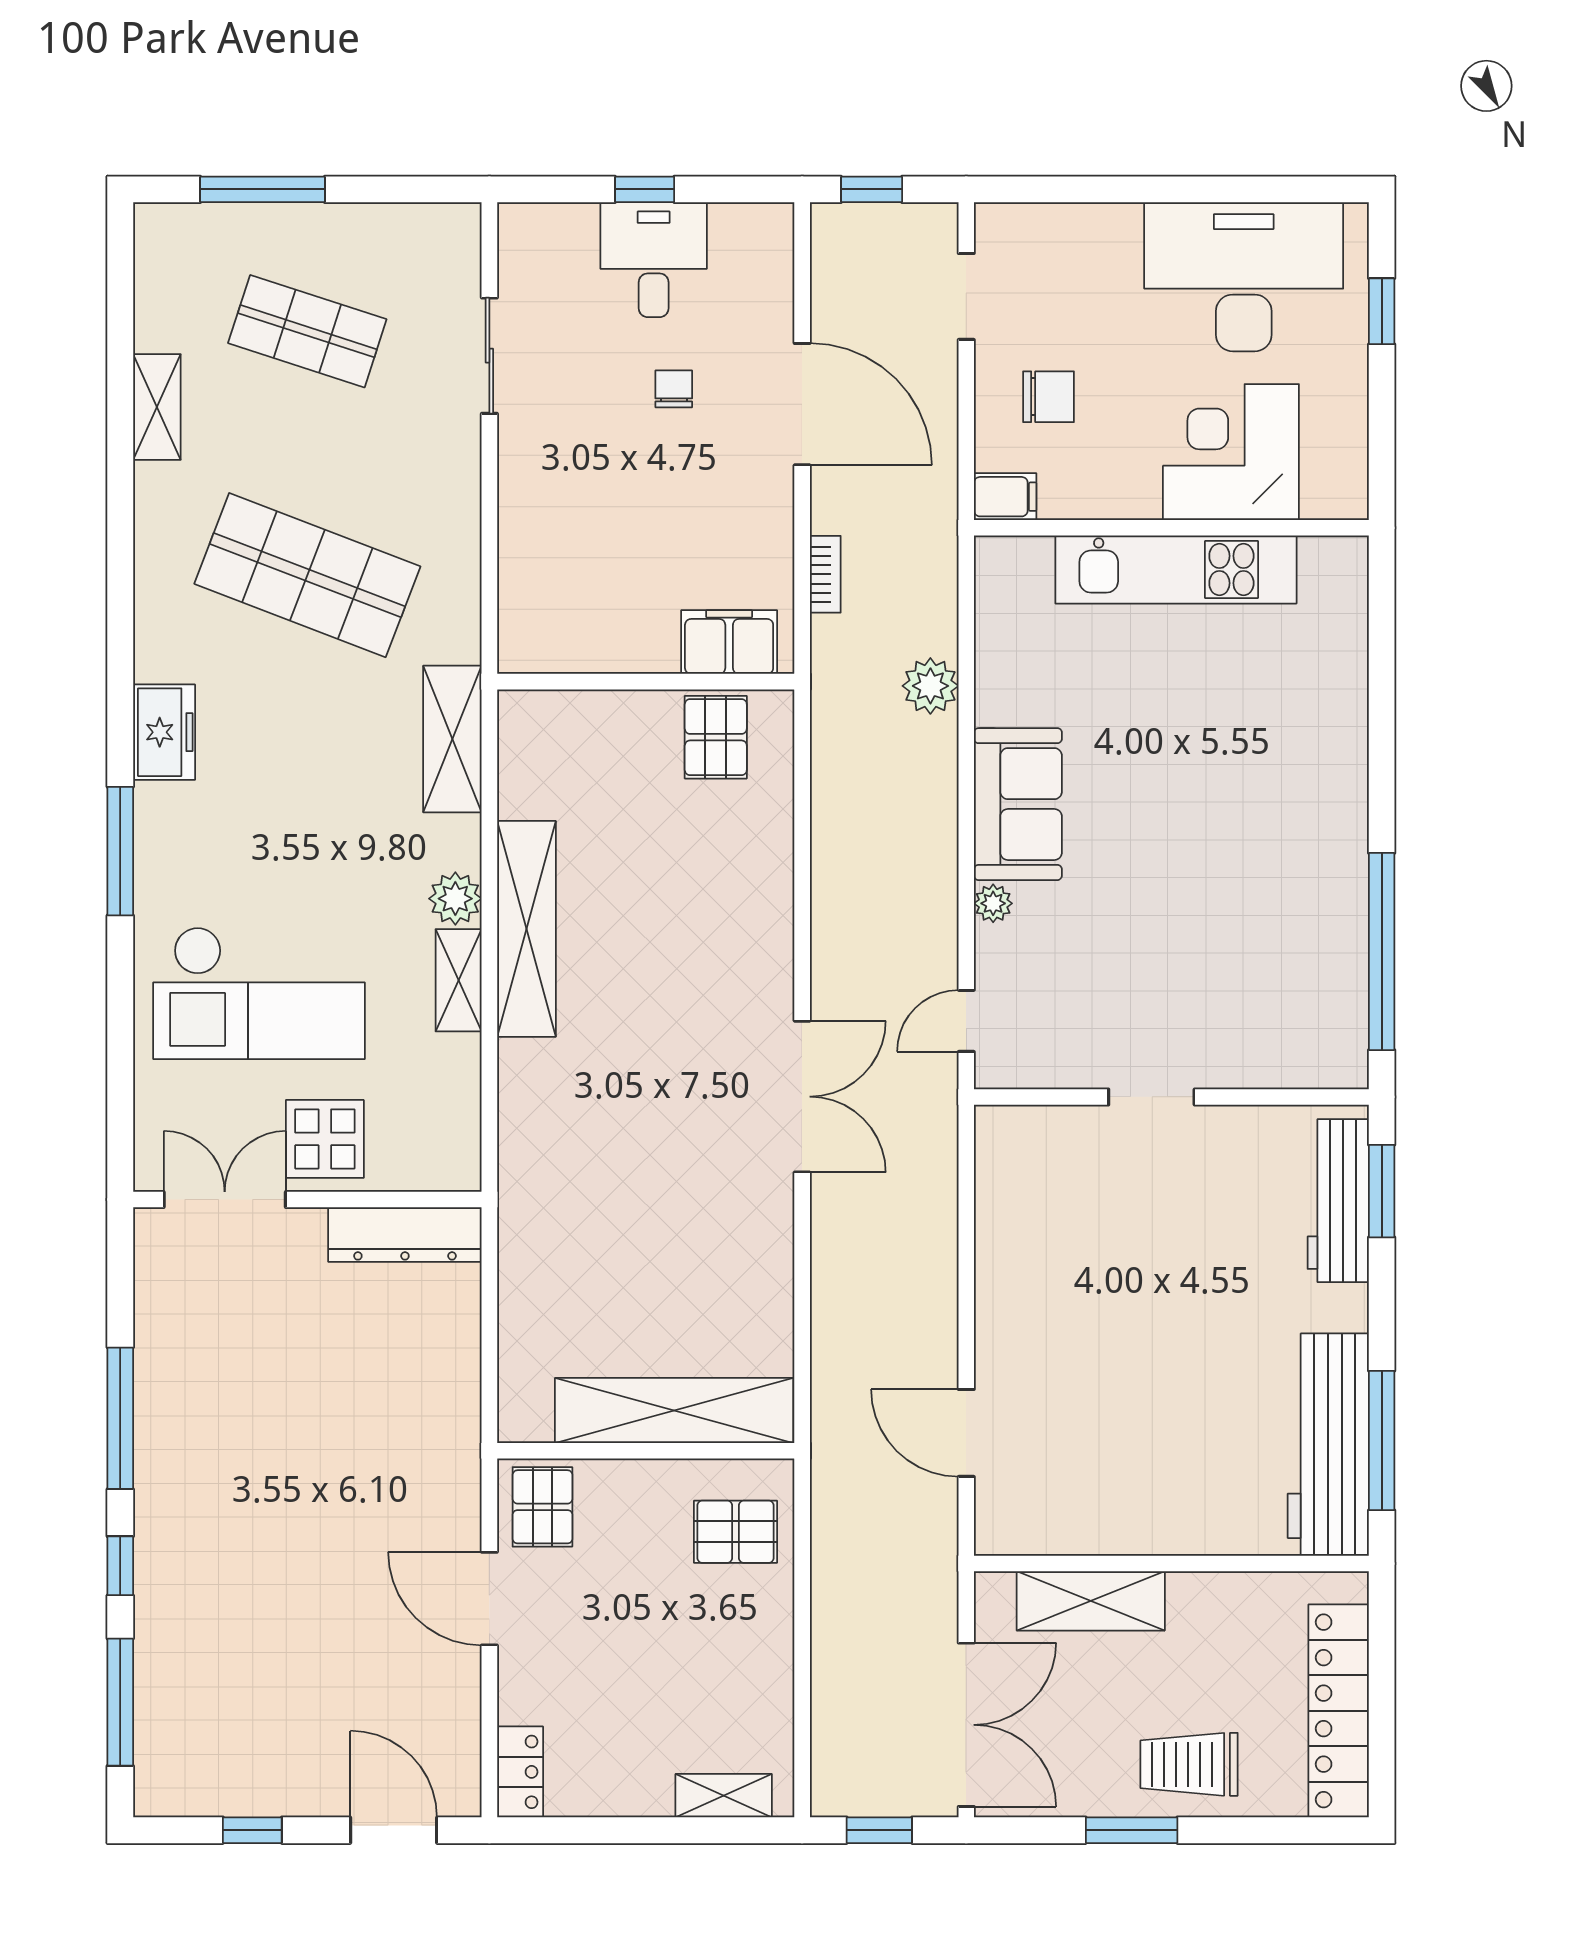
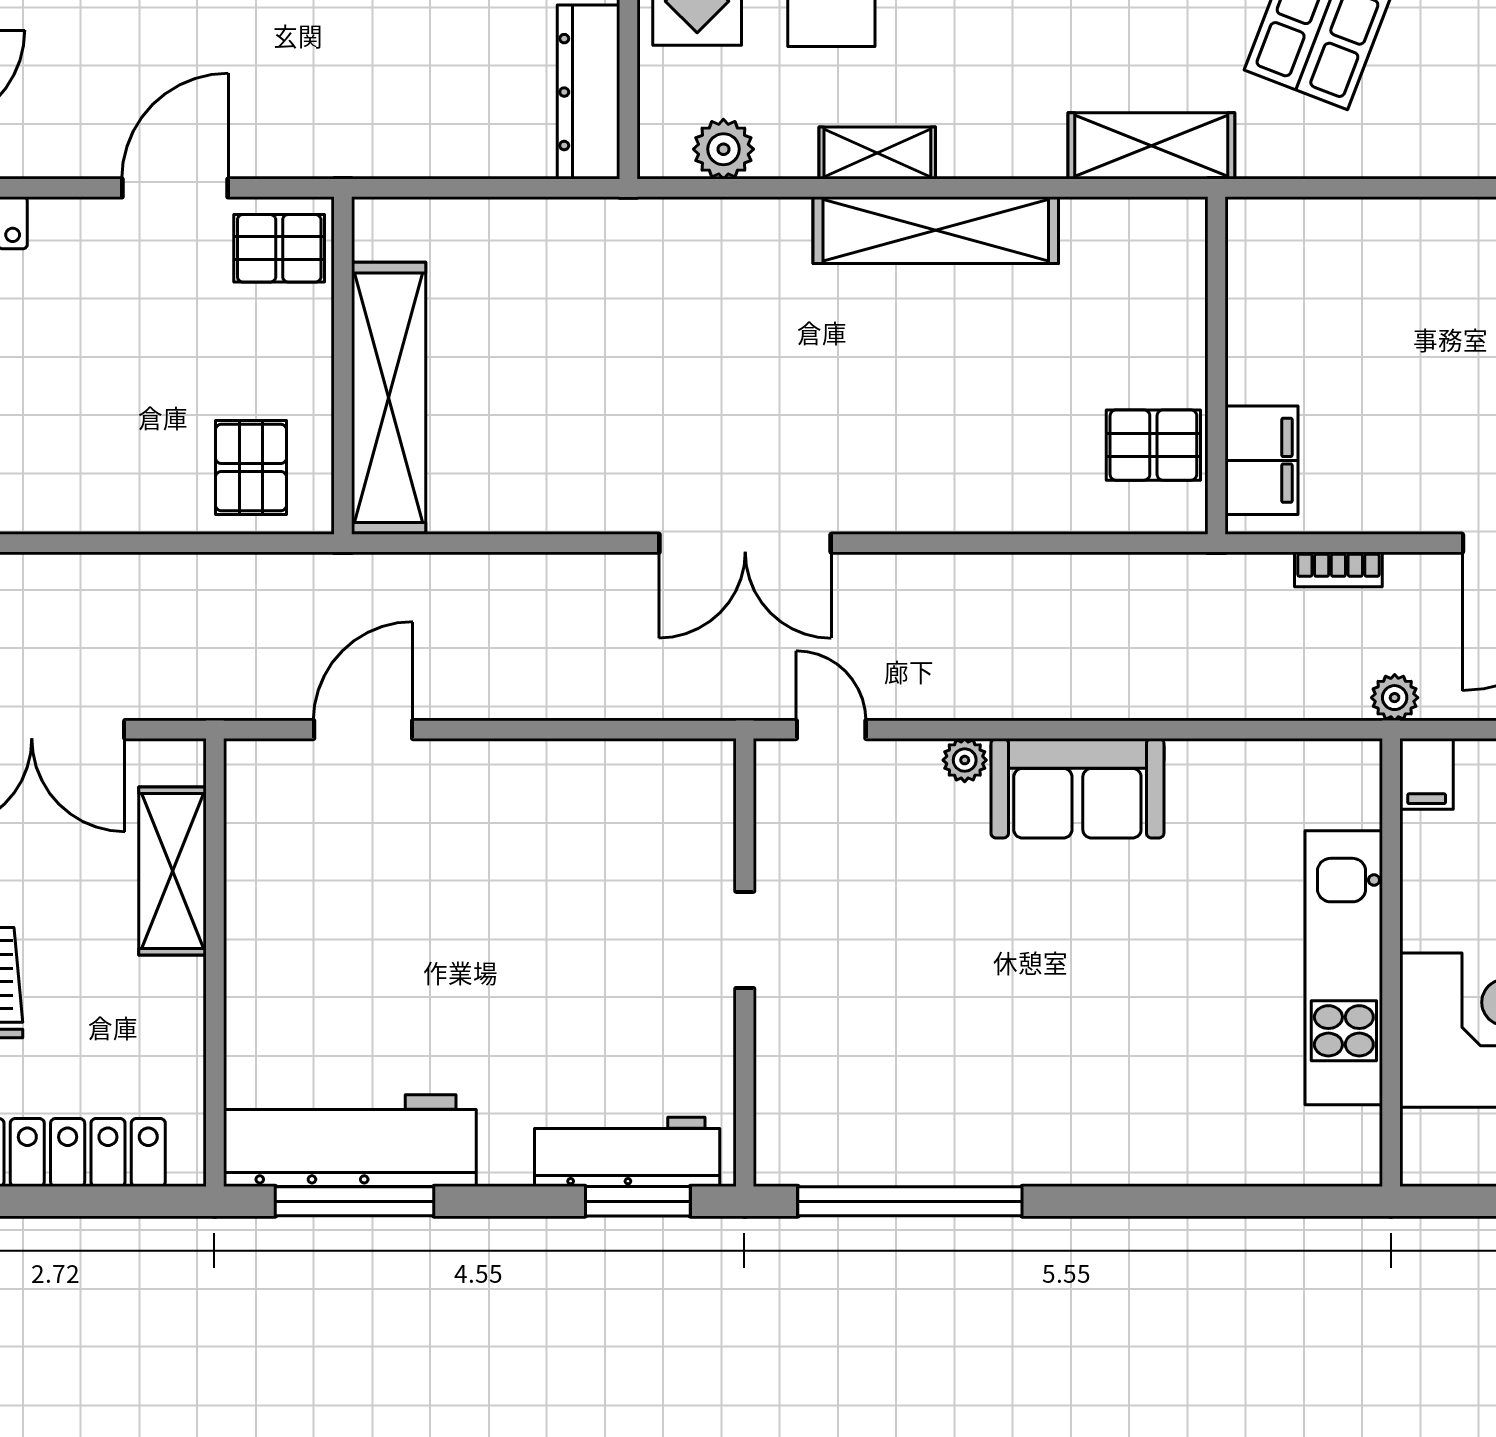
plant: (930, 686) -> (1395, 698), moved, width x0.73, depth x0.73
plant: (455, 899) -> (723, 149), moved

